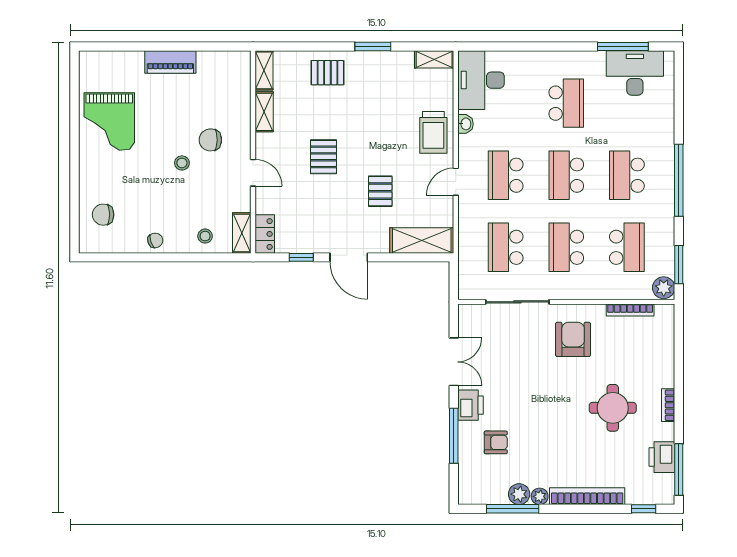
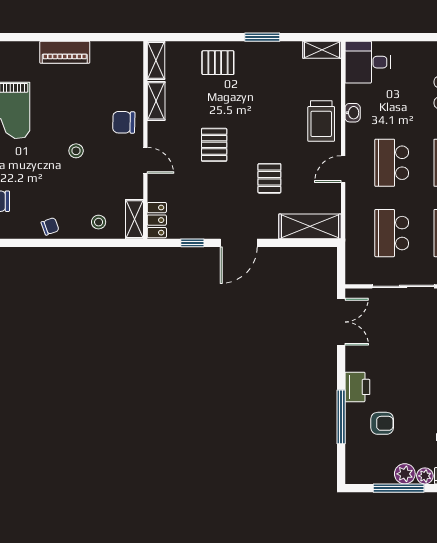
desk: (481, 80) -> (368, 62), width x0.73
chair: (210, 140) -> (124, 122), moved
door: (349, 257) -> (239, 243), hinge flipped
double door: (454, 362) -> (341, 322), moved

